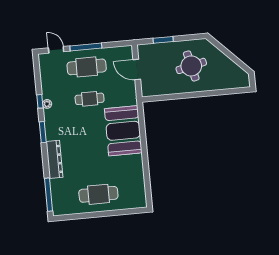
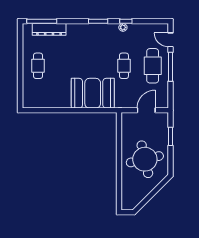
door: (56, 50) -> (170, 40), swing flipped
round table: (191, 66) -> (145, 159), width x1.36, depth x1.36
dresser: (54, 159) -> (49, 29), moved
cafe table: (98, 194) -> (38, 66), width x0.73, depth x0.74

